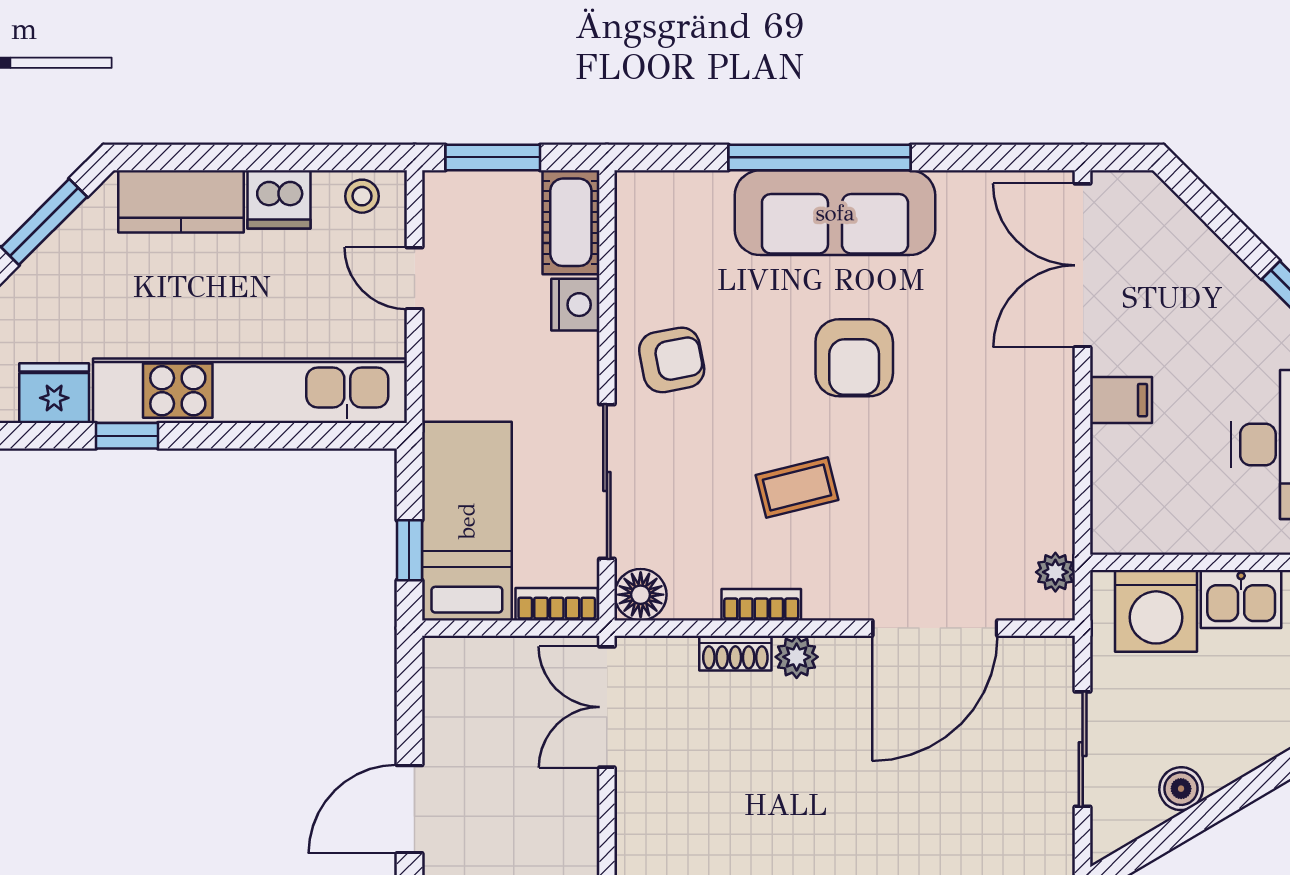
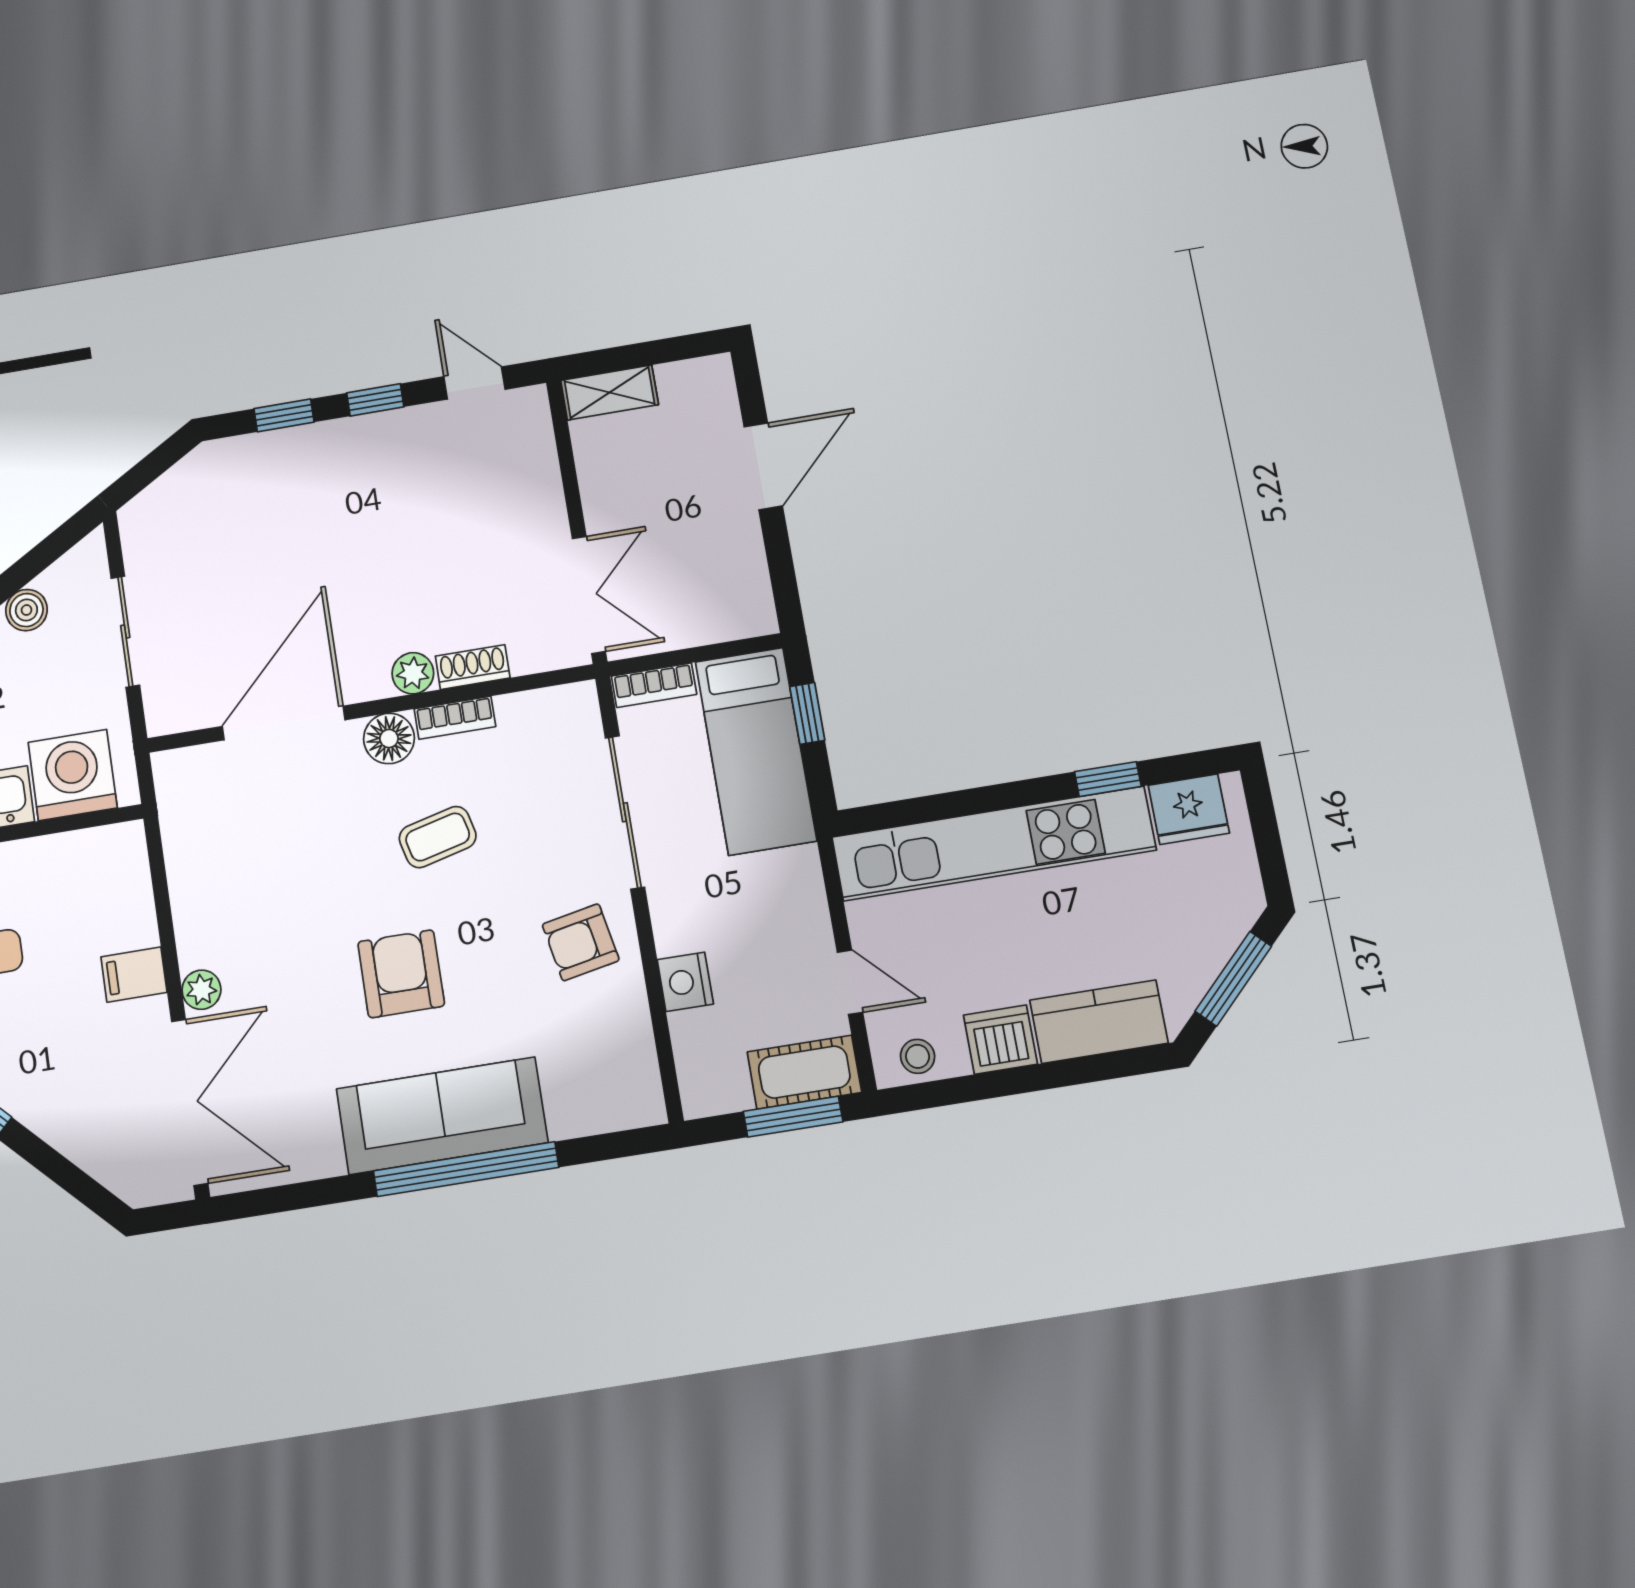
cot: (571, 222) -> (804, 1072), moved, turned 90
plant: (1055, 572) -> (201, 990), moved
floor lamp: (641, 595) -> (389, 738), moved

